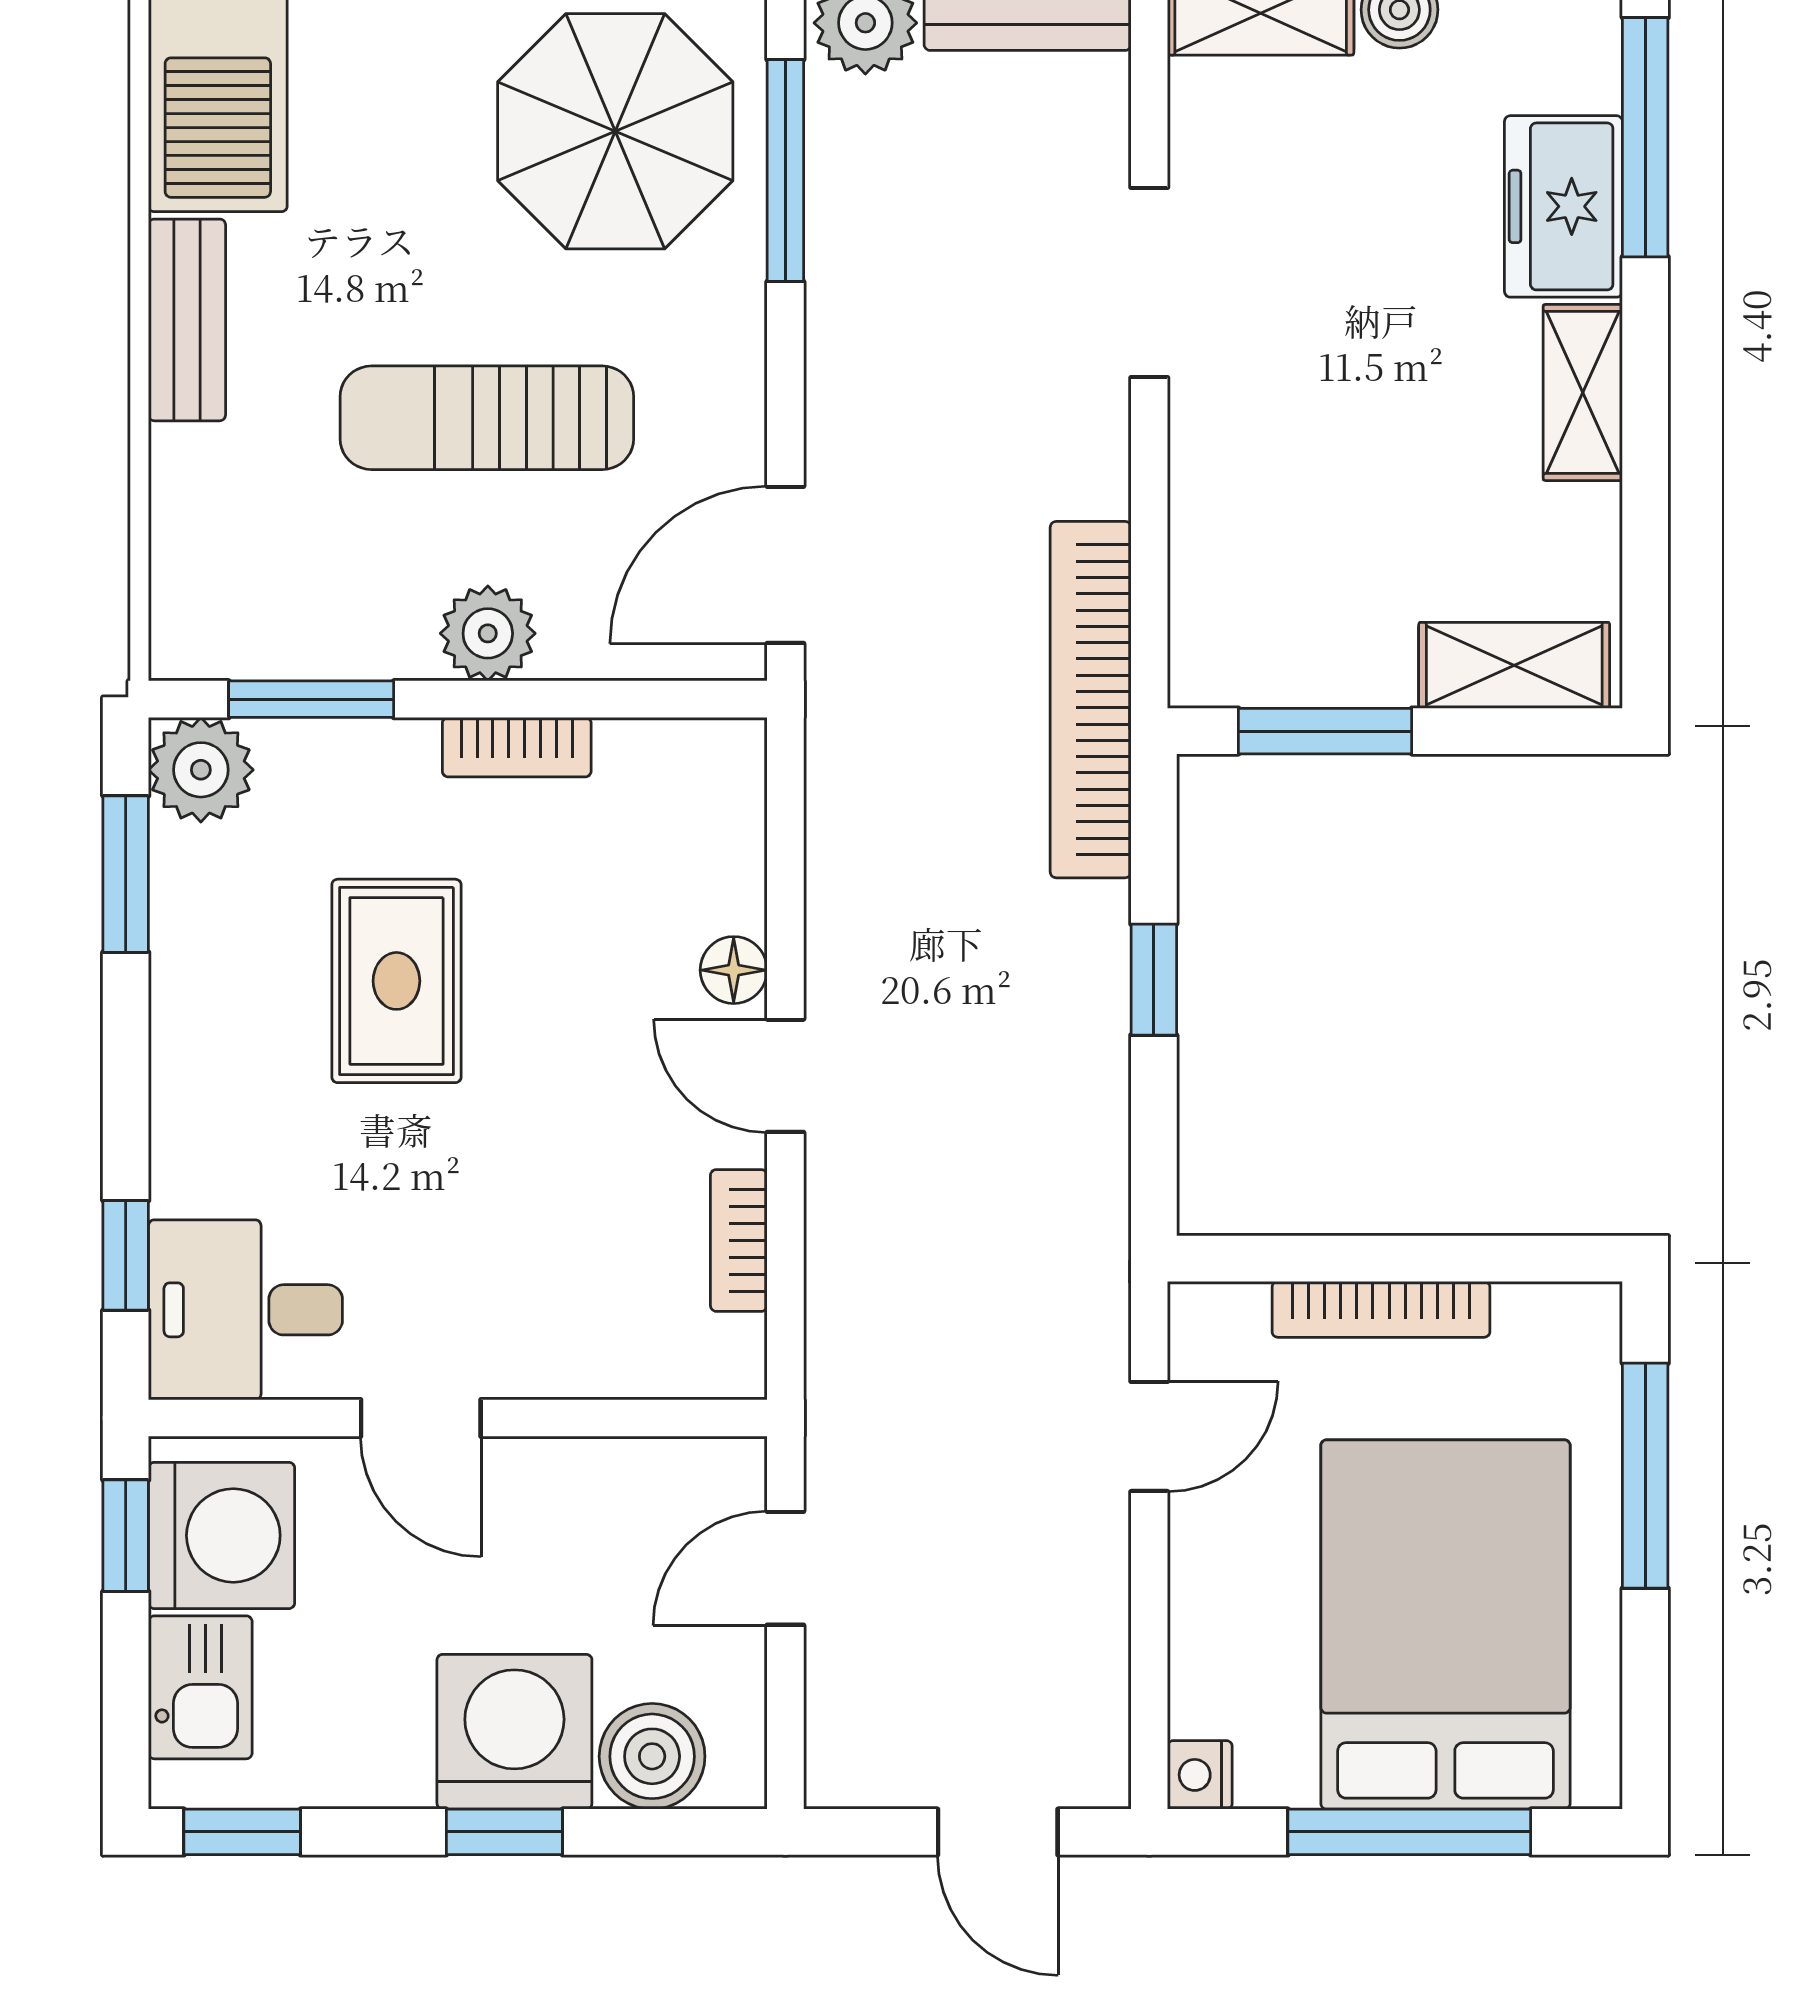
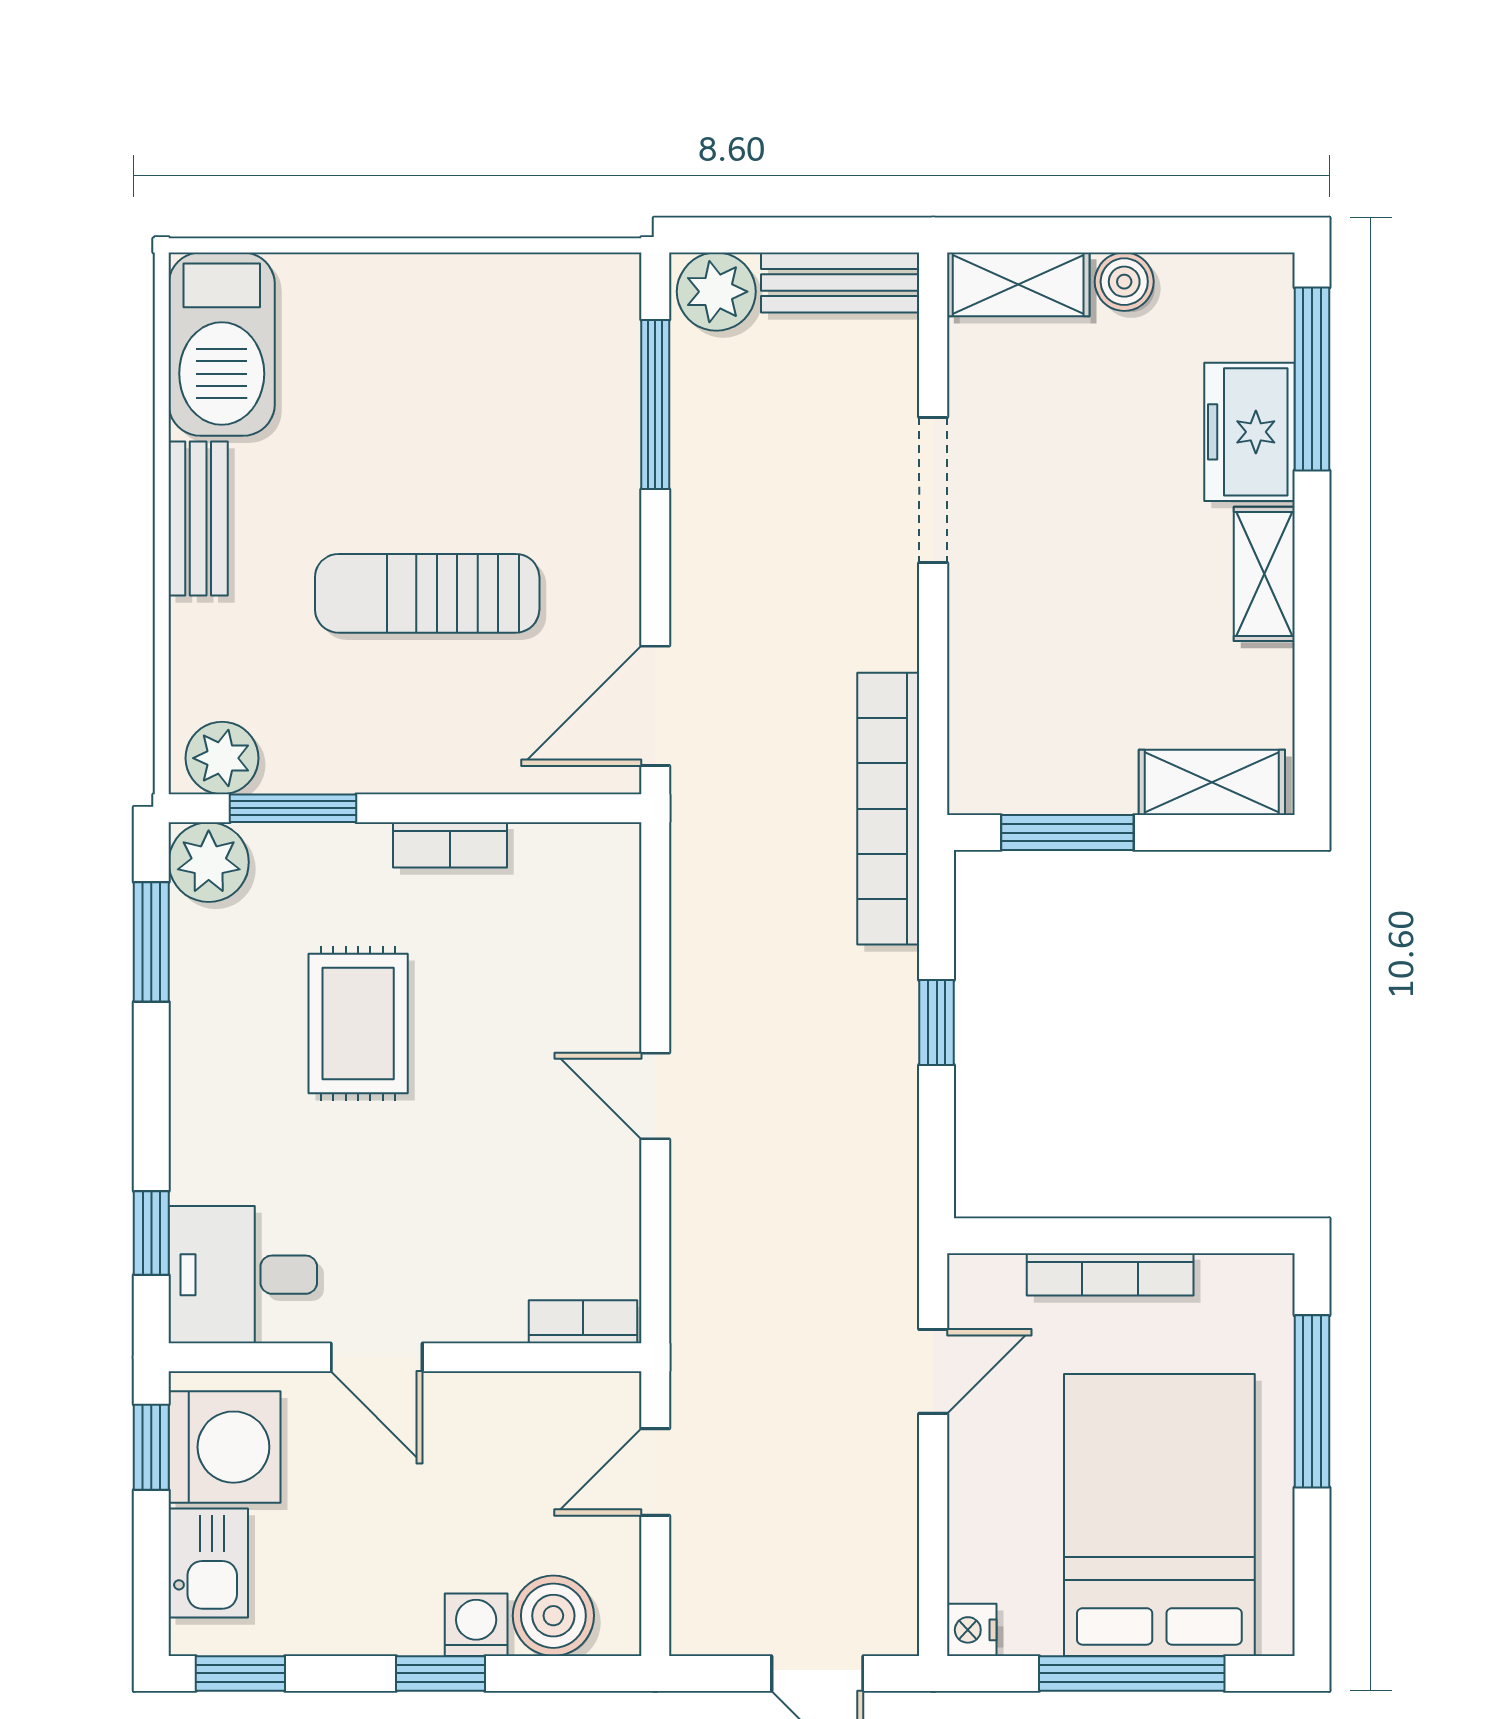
parasol: (615, 131) -> (525, 374), removed
plant: (488, 633) -> (222, 758), moved
floor lamp: (734, 970) -> (616, 1015), removed
bookcase: (739, 1240) -> (583, 1322), moved, turned 90
washing machine: (514, 1732) -> (476, 1625), width x0.53, depth x0.53

